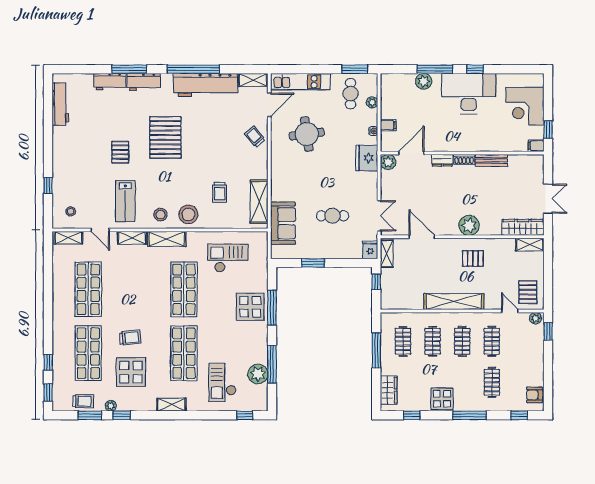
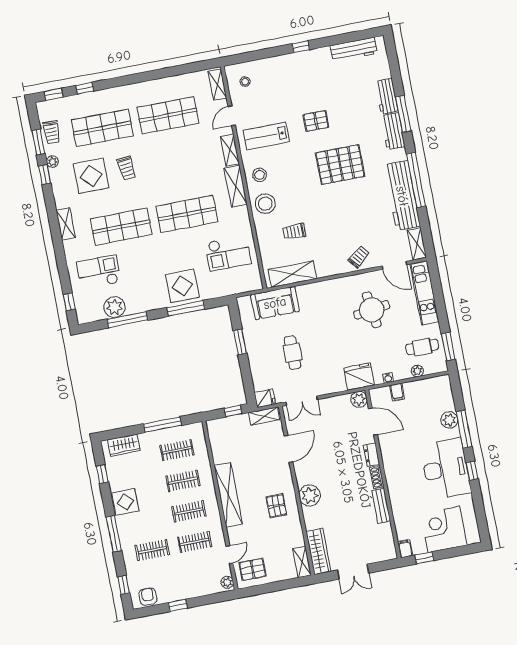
window: (48, 185) -> (301, 47), moved
checkout: (228, 258) -> (228, 253), turned 90
window: (548, 331) -> (178, 605), moved

